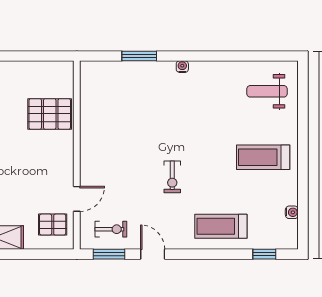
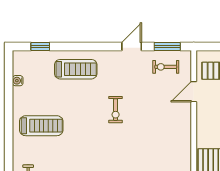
exercise bike: (172, 177) -> (116, 110), turned 180
door: (153, 254) -> (132, 46), swing flipped

